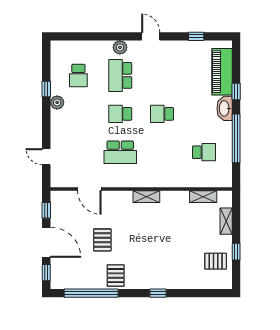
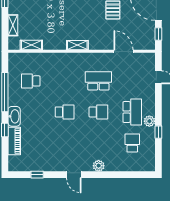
piano: (222, 72) -> (14, 141), width x0.73, depth x0.75
school desk: (120, 75) -> (132, 112), moved

